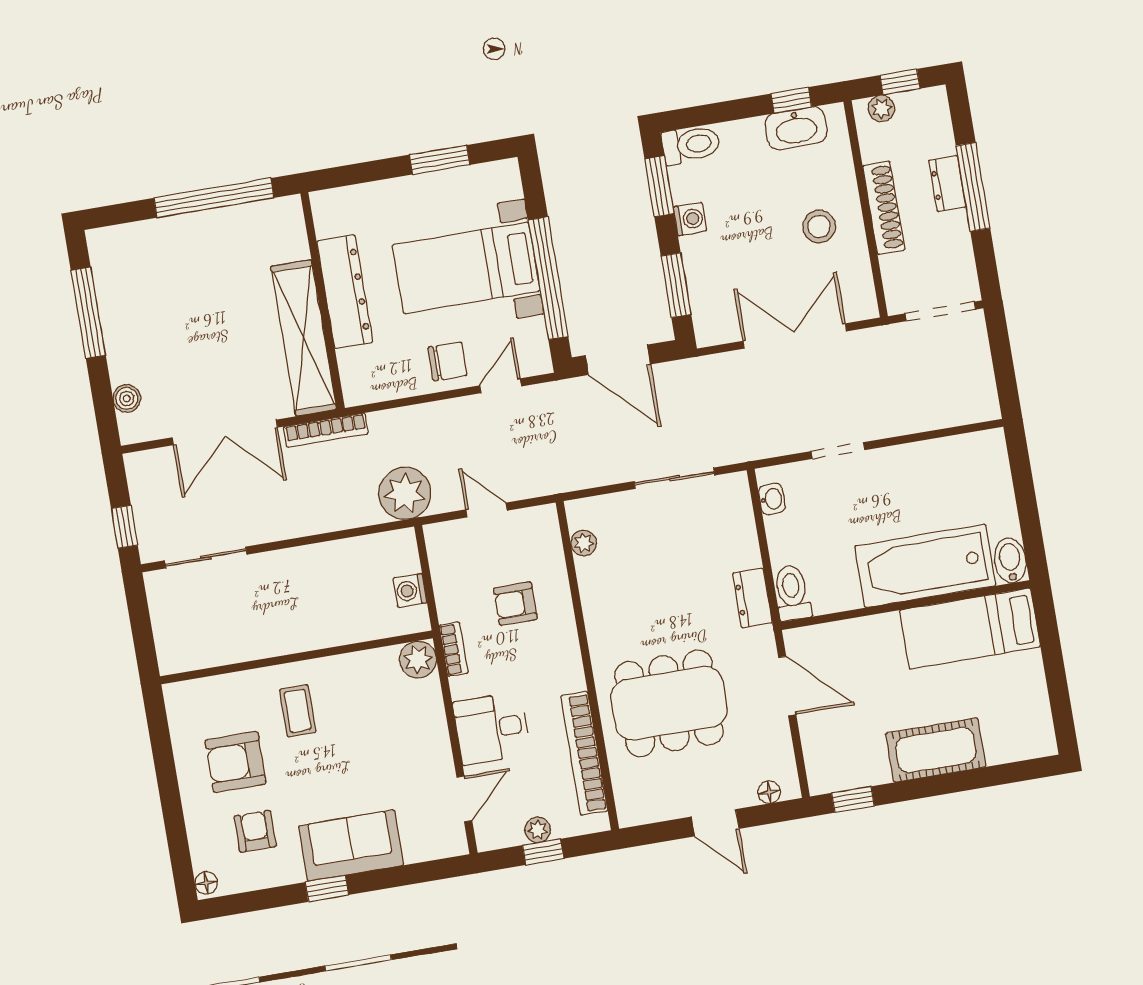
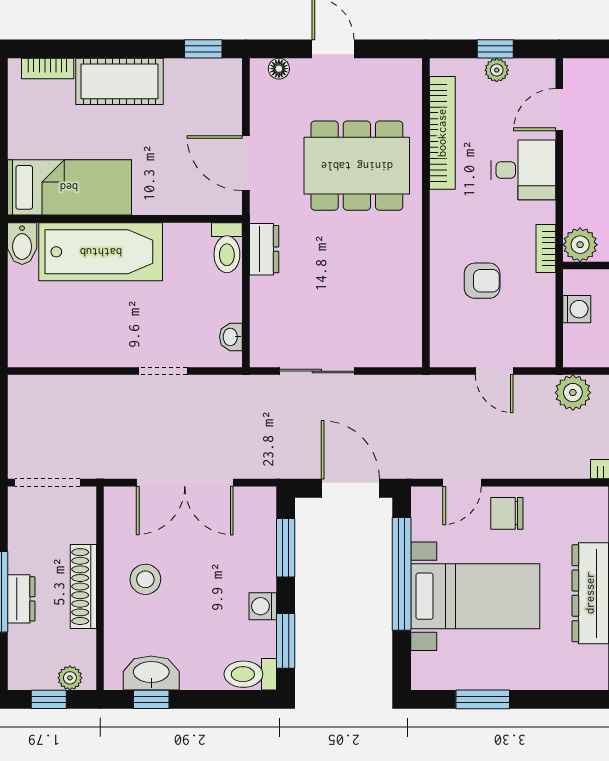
plant: (405, 493) -> (573, 393), width x0.73, depth x0.73
plant: (584, 543) -> (410, 326), removed
bookcase: (1014, 751) -> (48, 69), added

